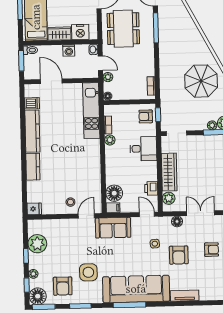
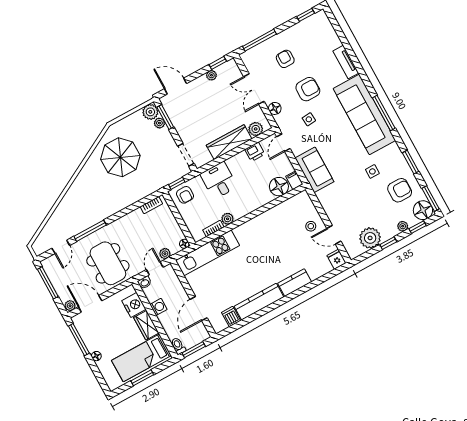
dining table: (123, 29) -> (108, 263), turned 90
door: (86, 216) -> (334, 235), moved
side table: (88, 272) -> (372, 171), width x0.54, depth x0.54

